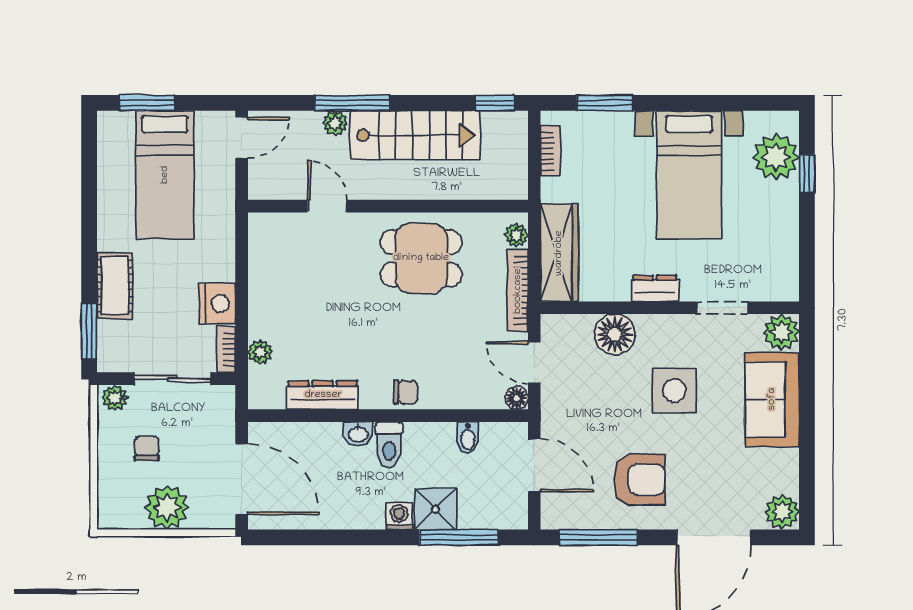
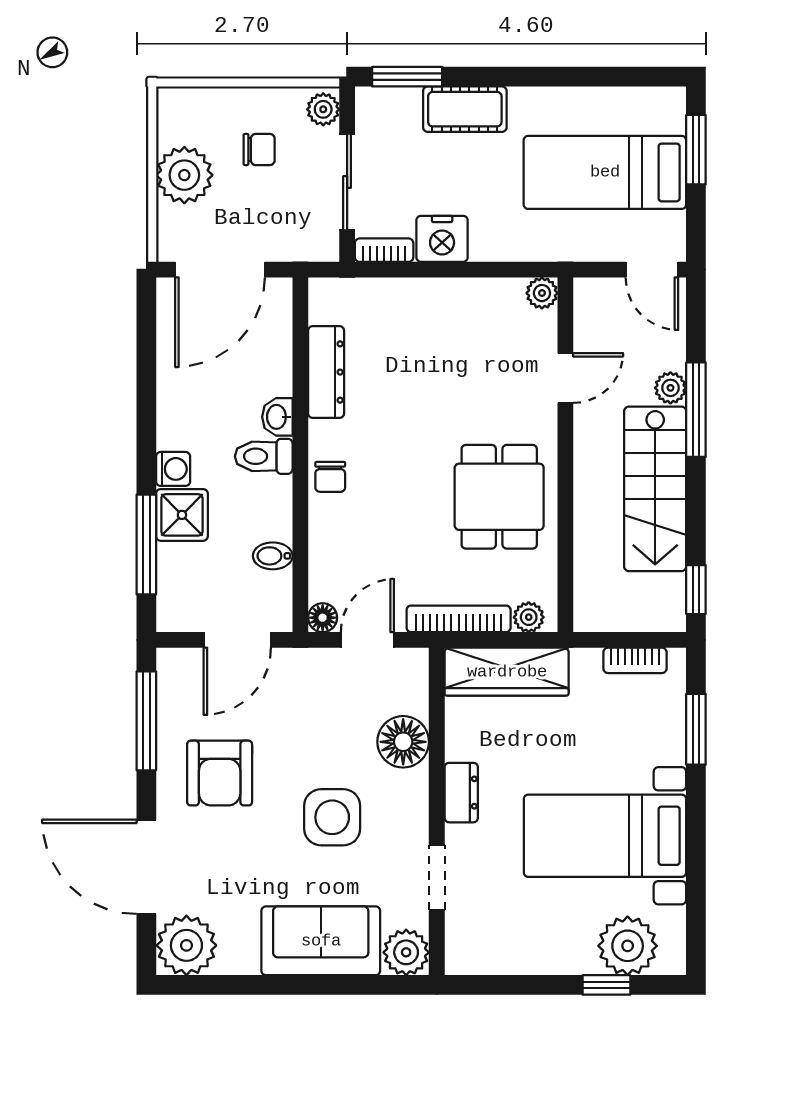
plant: (260, 352) -> (542, 293), moved
plant: (782, 512) -> (186, 945), width x1.36, depth x1.36

